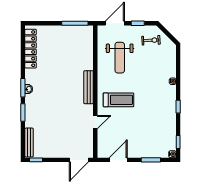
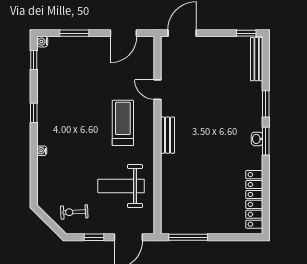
weight bench: (120, 58) -> (121, 186), turned -90
bench: (89, 87) -> (168, 135), width x0.73
treadmill: (118, 100) -> (123, 123), turned 90
door: (95, 122) -> (158, 90), hinge flipped

